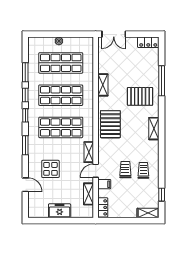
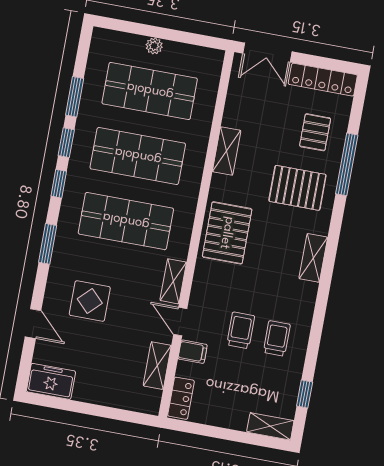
locker: (148, 42) -> (323, 80), width x1.53
pallet: (144, 68) -> (315, 132), added
door: (96, 171) -> (180, 322), hinge flipped
freezer: (60, 211) -> (51, 381), moved

